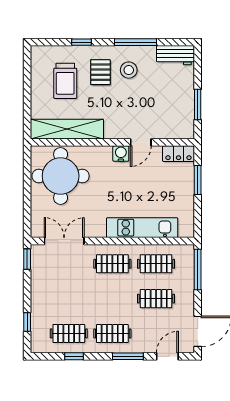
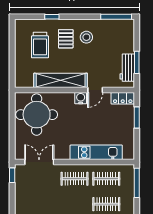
window: (136, 42) -> (116, 17), moved
workbench: (175, 55) -> (127, 68), moved, turned 90
shelving: (67, 129) -> (61, 80), moved

